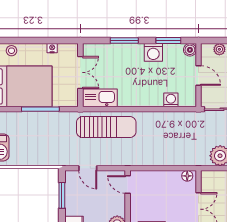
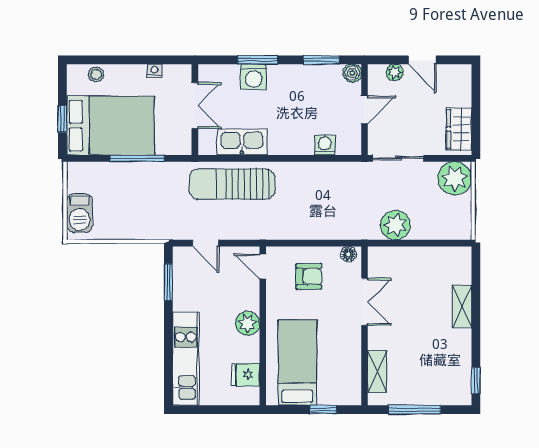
washing machine: (153, 52) -> (254, 77), moved
door: (198, 75) -> (364, 110), hinge flipped
kitchen sink: (100, 98) -> (242, 142), moved
sun lounger: (106, 127) -> (232, 184), turned 180
armchair: (160, 191) -> (309, 276), added

